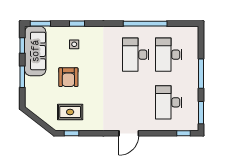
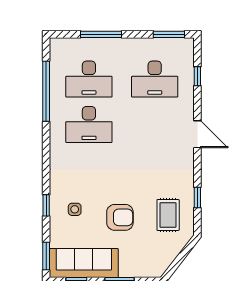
window: (145, 24) -> (46, 91), moved
window: (201, 74) -> (101, 34), moved
window: (72, 133) -> (197, 198), moved
window: (183, 133) -> (197, 76), moved

